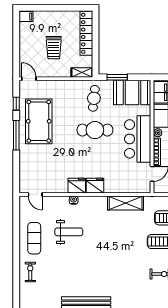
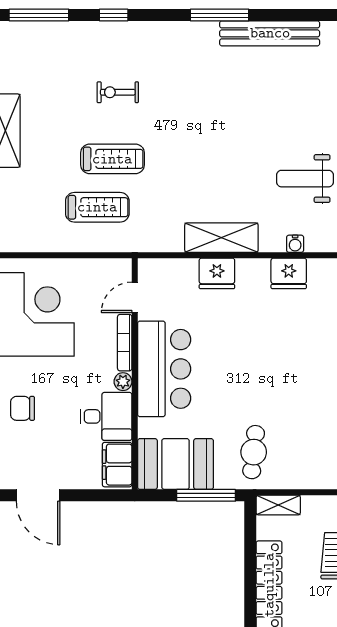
window: (117, 77) -> (206, 495), width x1.44
cafe table: (95, 130) -> (252, 387), removed
fridge: (95, 186) -> (217, 273), moved
shelving: (126, 203) -> (221, 238), moved

